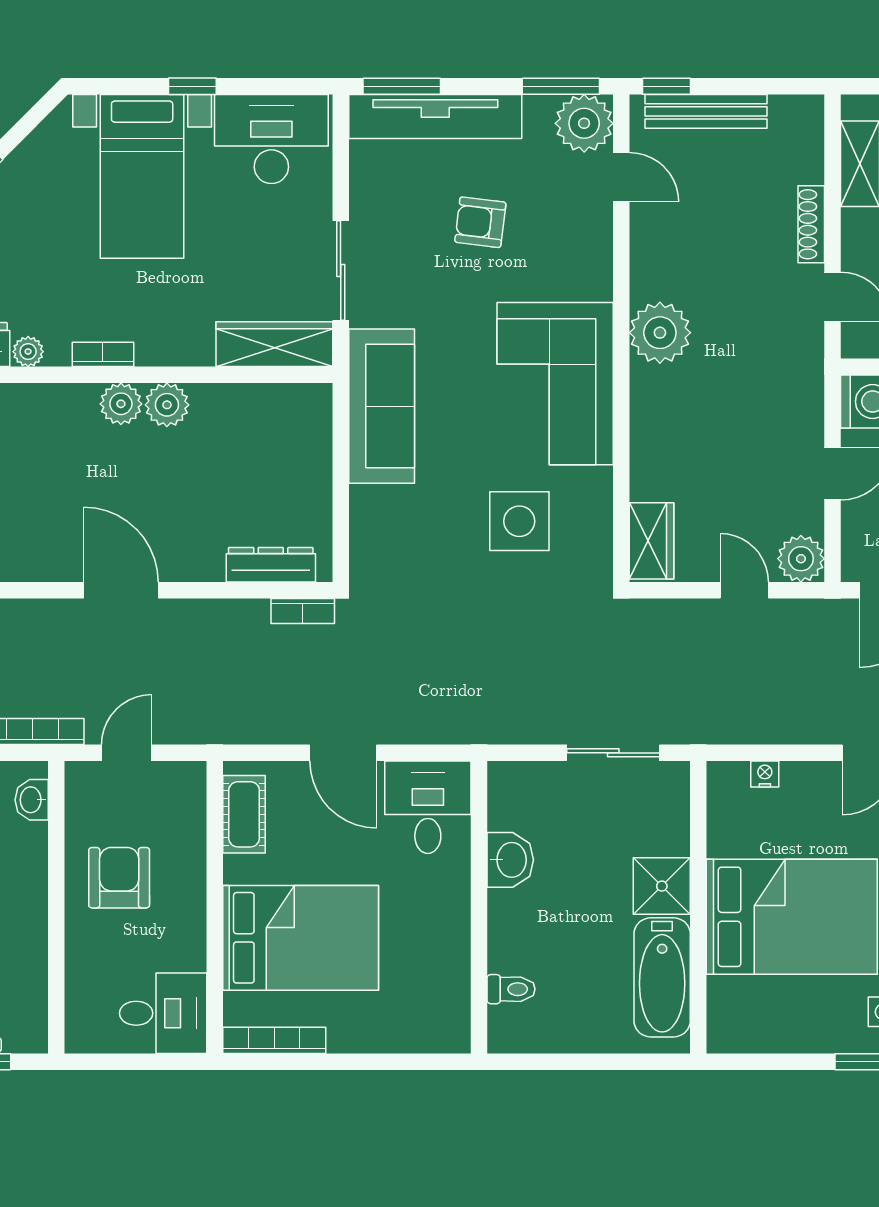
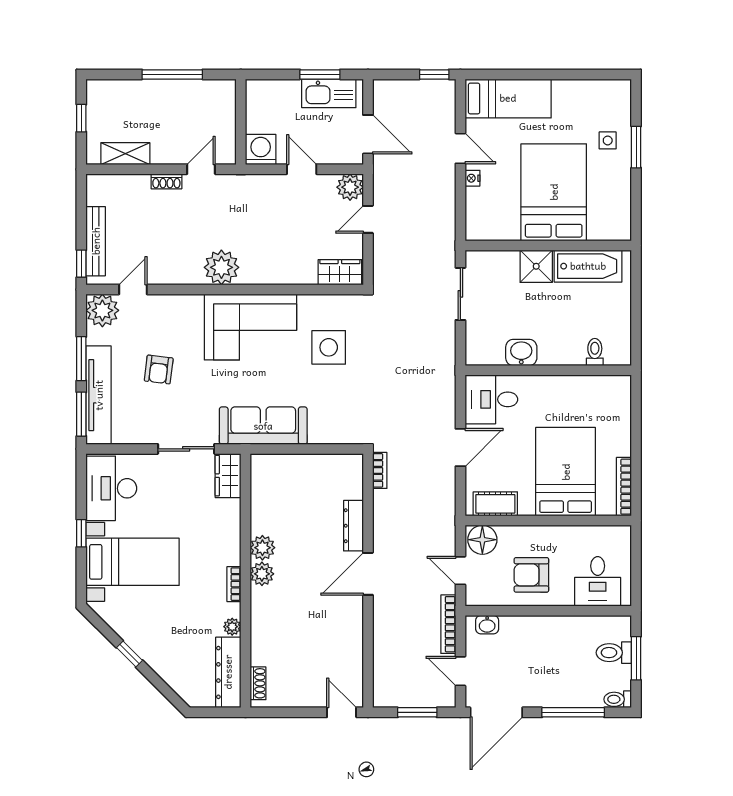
window: (561, 86) -> (81, 359), moved
shoe rack: (811, 224) -> (166, 181), width x0.70
wardrobe: (274, 344) -> (228, 476), width x0.67
dresser: (271, 565) -> (353, 526), moved
nightstand: (765, 774) -> (472, 178), moved
floor lamp: (181, 791) -> (482, 540), added
desk: (163, 1013) -> (598, 581), moved, turned 180

